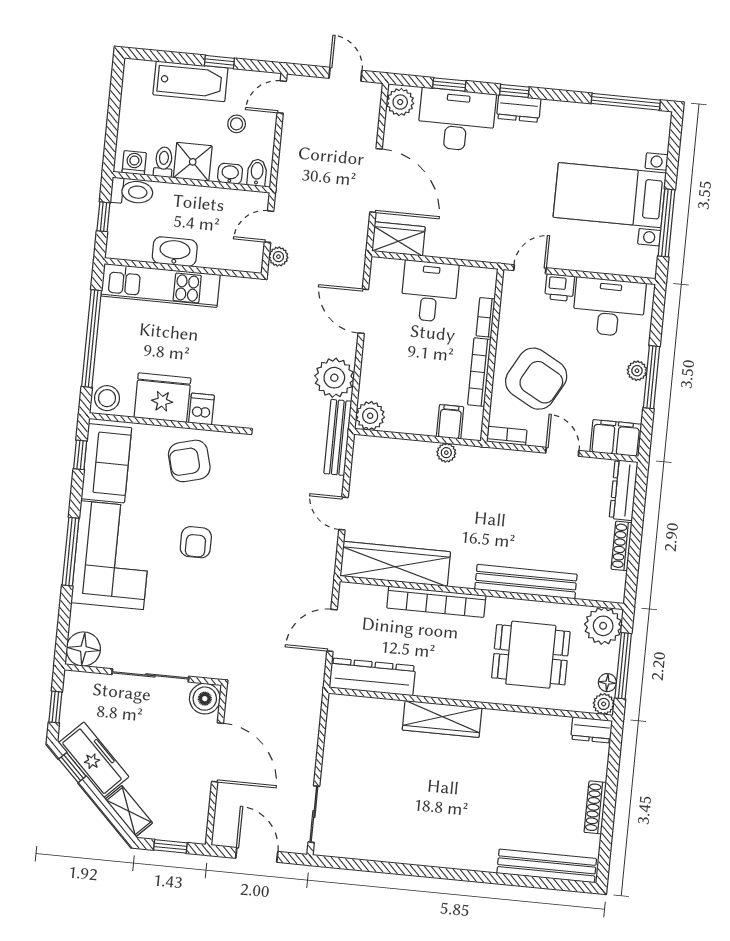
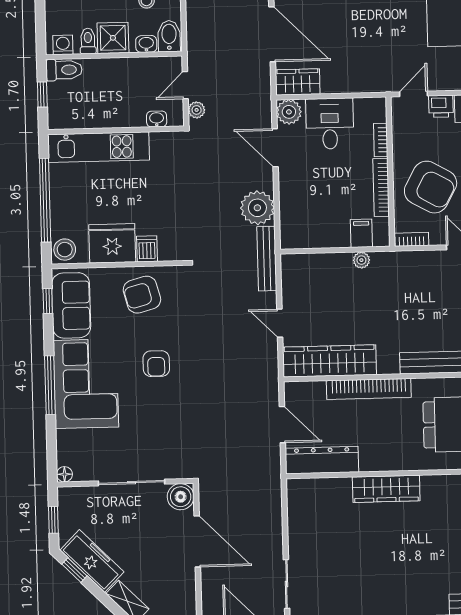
bidet: (257, 173) -> (169, 36), width x1.38, depth x1.36
washbasin: (175, 252) -> (157, 119), moved, width x0.52, depth x0.69
plant: (370, 416) -> (289, 112), moved
door: (332, 630) -> (282, 425), swing flipped
floor lamp: (83, 649) -> (64, 474), width x0.53, depth x0.53

